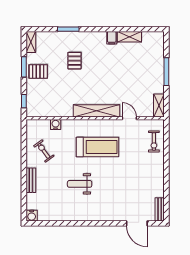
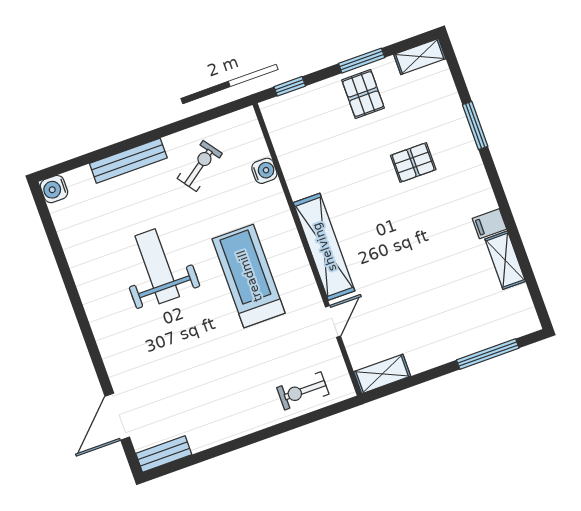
window: (166, 72) -> (488, 354), moved
treadmill: (97, 147) -> (249, 276), turned 180
bench: (31, 180) -> (128, 161), width x1.36
weight bench: (80, 184) -> (157, 266), width x1.36, depth x1.33

